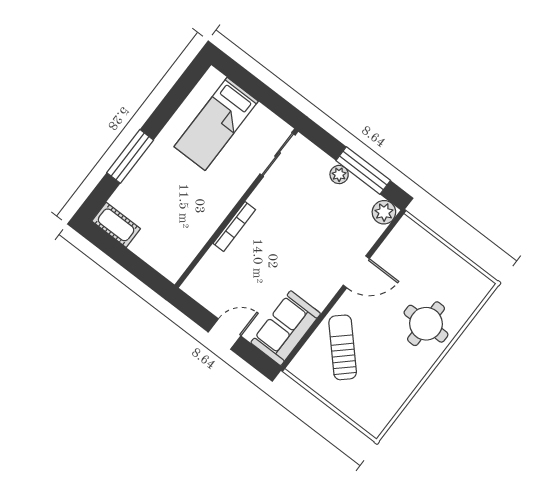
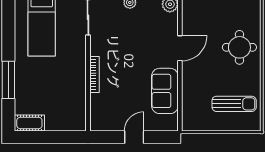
sofa: (286, 328) -> (165, 91), moved
sun lounger: (343, 347) -> (234, 104), moved, turned 133

